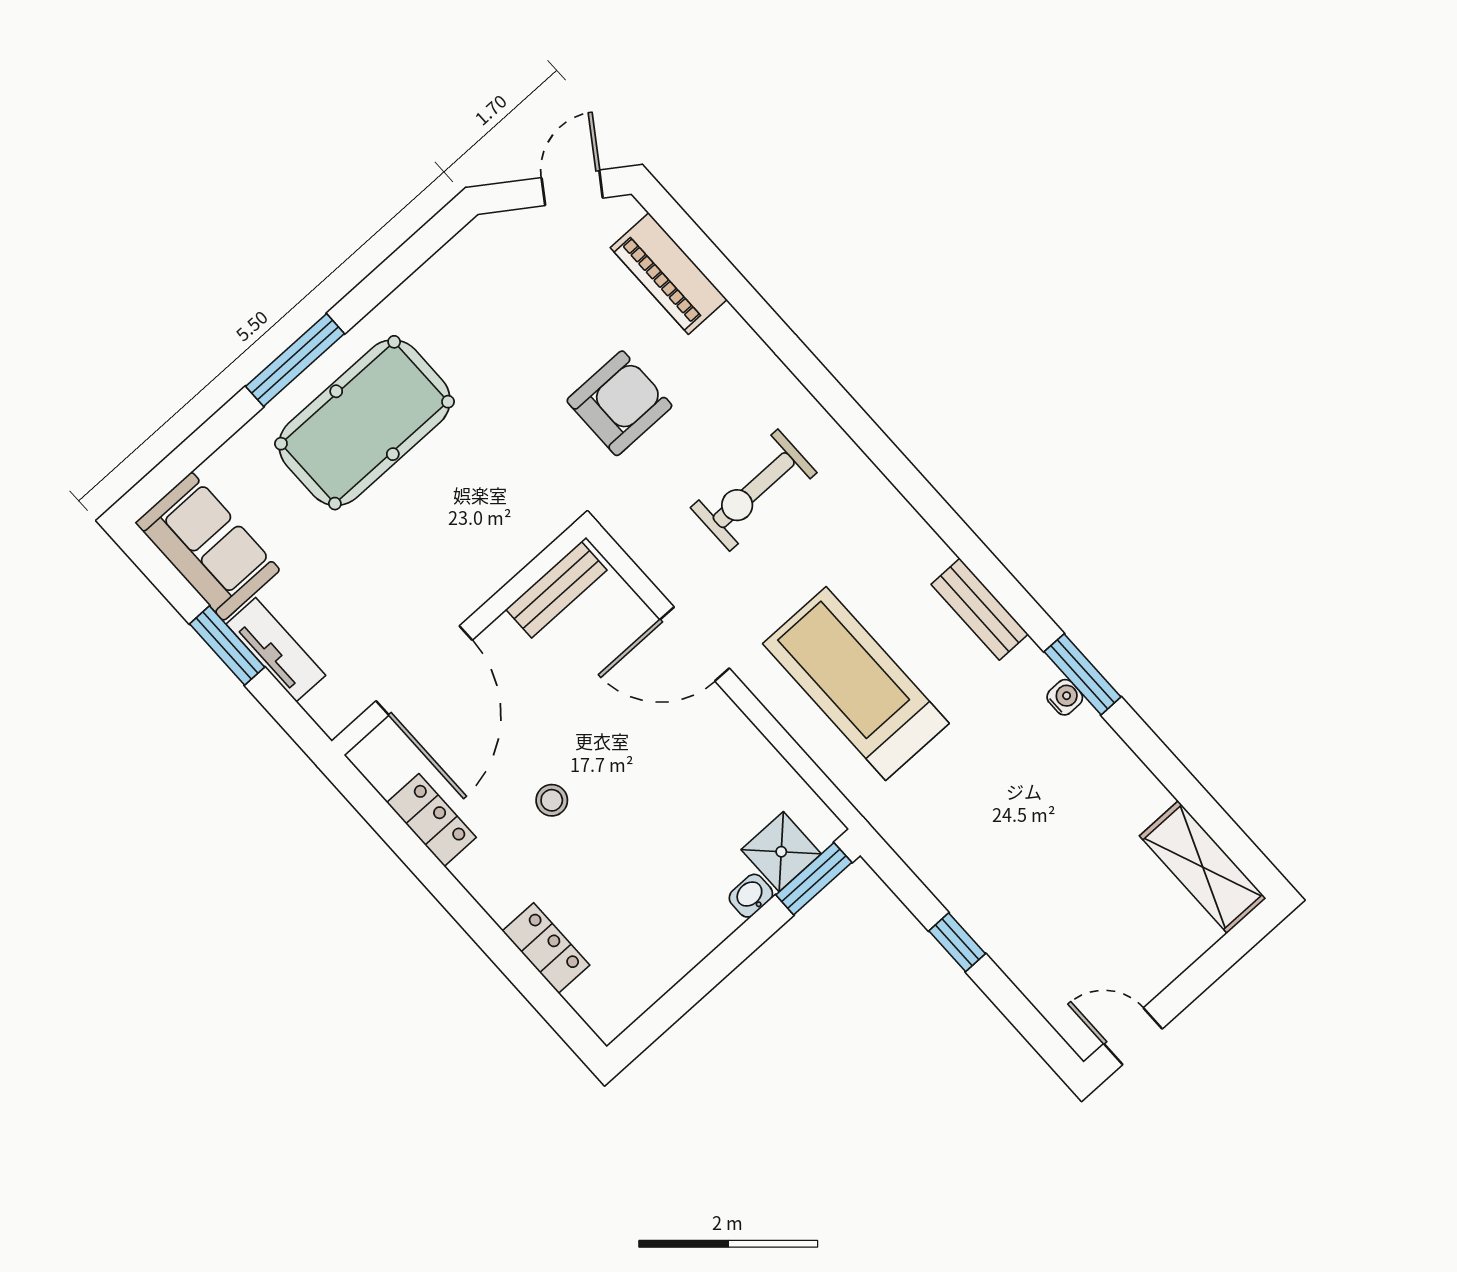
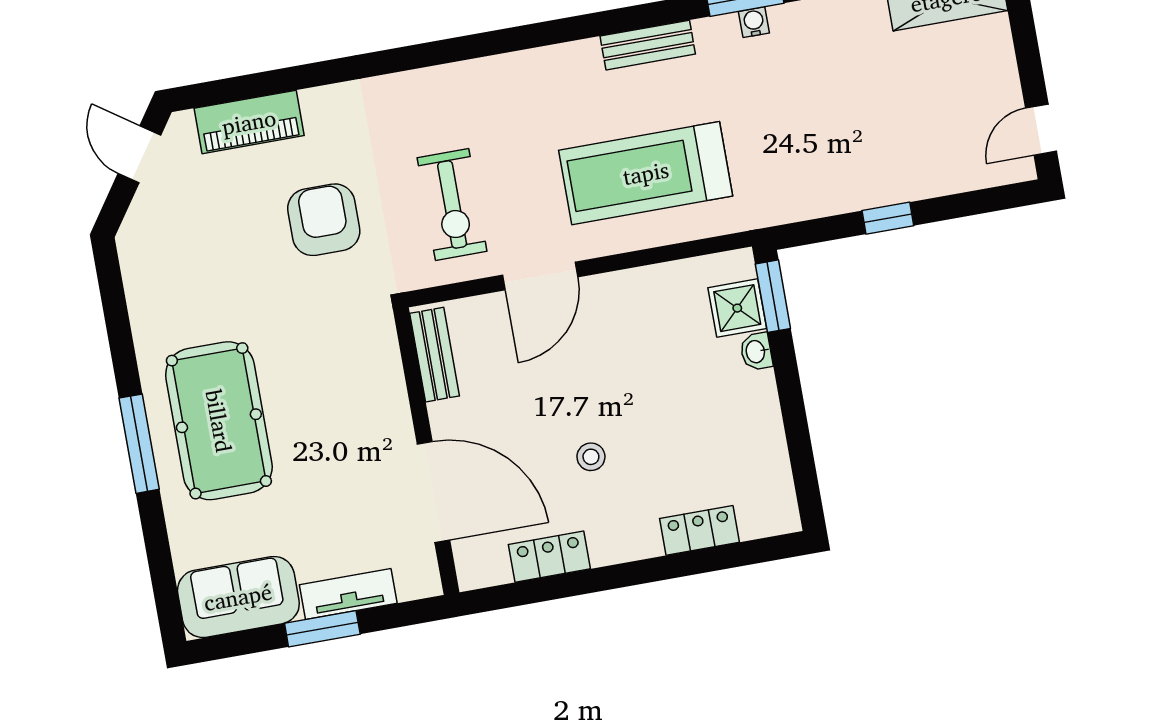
exercise bike: (754, 490) -> (452, 204), moved

